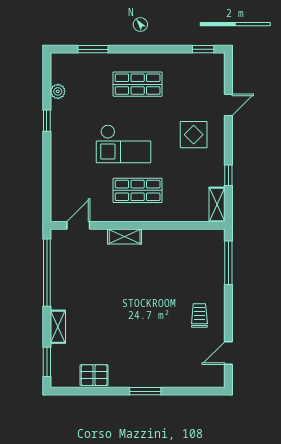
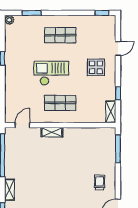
plant: (58, 91) -> (9, 20), moved
checkout: (124, 144) -> (51, 73), turned 180

